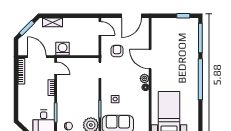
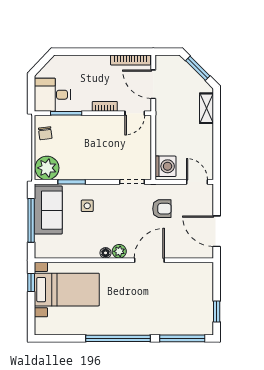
door: (100, 28) -> (197, 182), swing flipped
washing machine: (63, 49) -> (166, 166), moved
door: (37, 57) -> (153, 84), swing flipped

